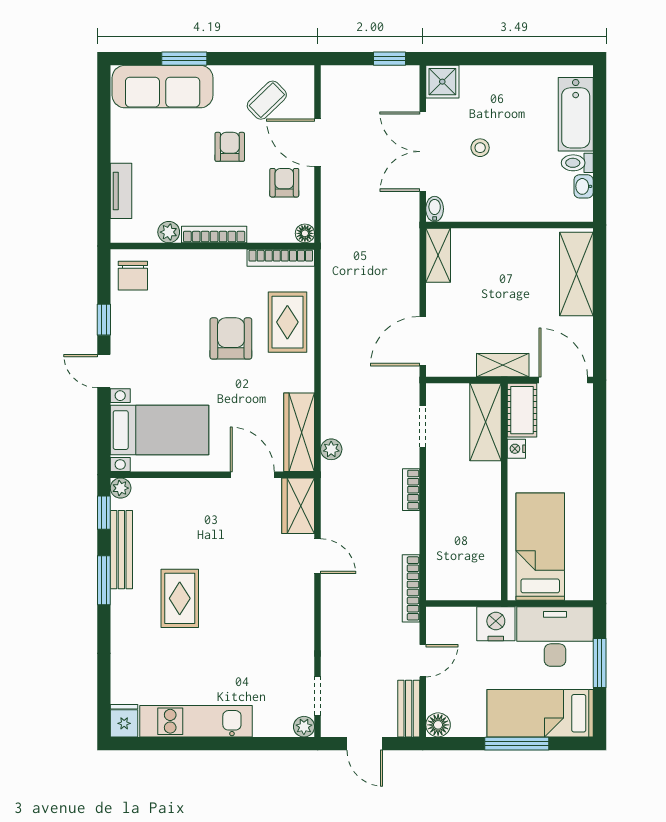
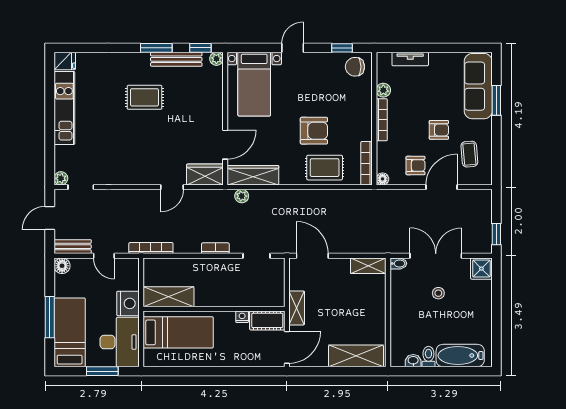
coffee table: (267, 100) -> (469, 154), turned 39
window: (104, 320) -> (342, 48), moved
shelving: (486, 422) -> (169, 297), moved

